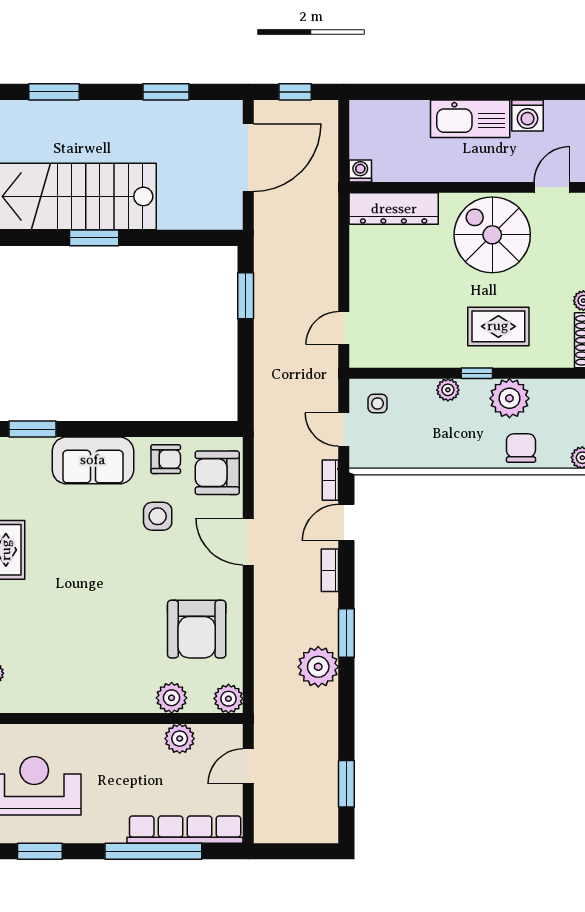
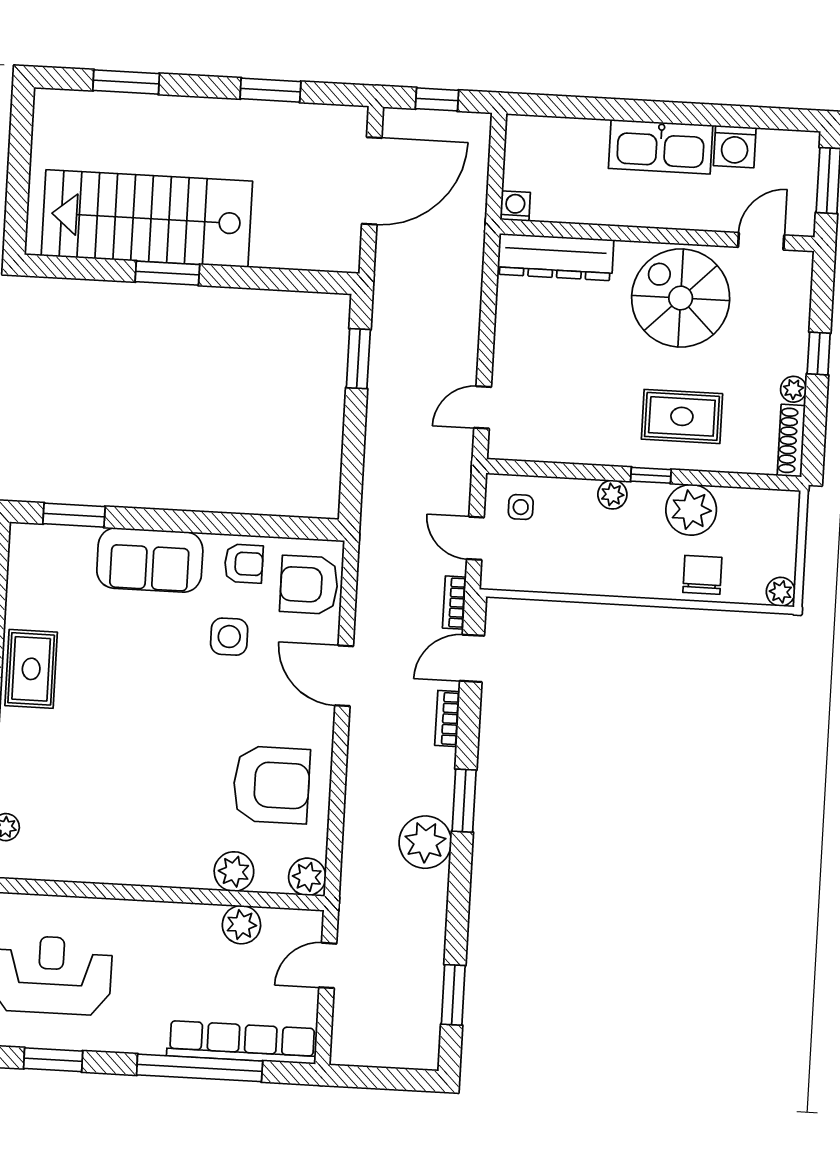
armchair: (197, 629) -> (271, 785), turned -90

